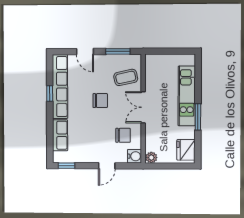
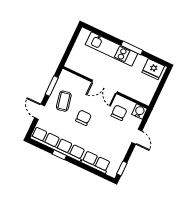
door: (85, 52) -> (40, 112), swing flipped
coffee table: (126, 77) -> (64, 101), moved
plant: (151, 158) -> (147, 99), removed

